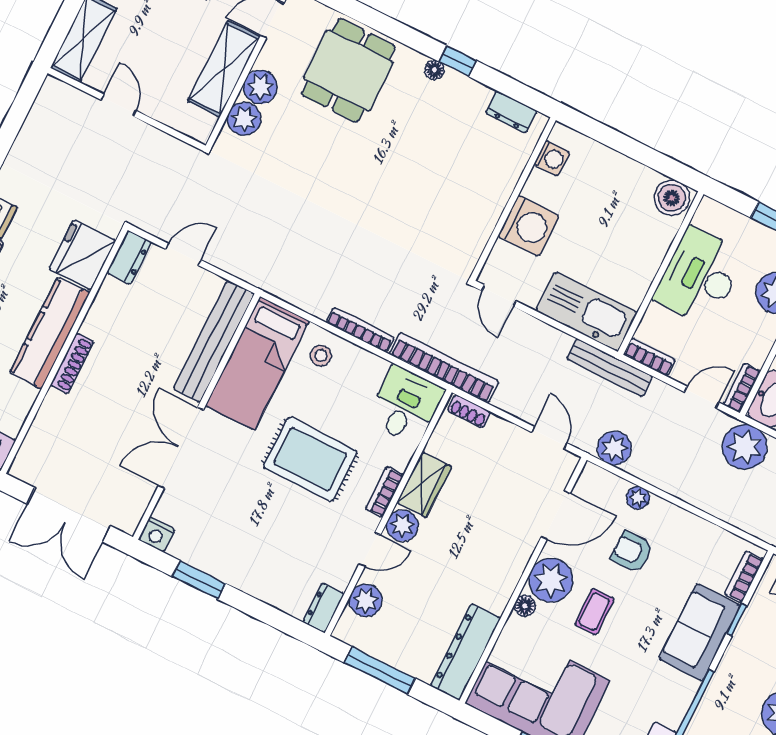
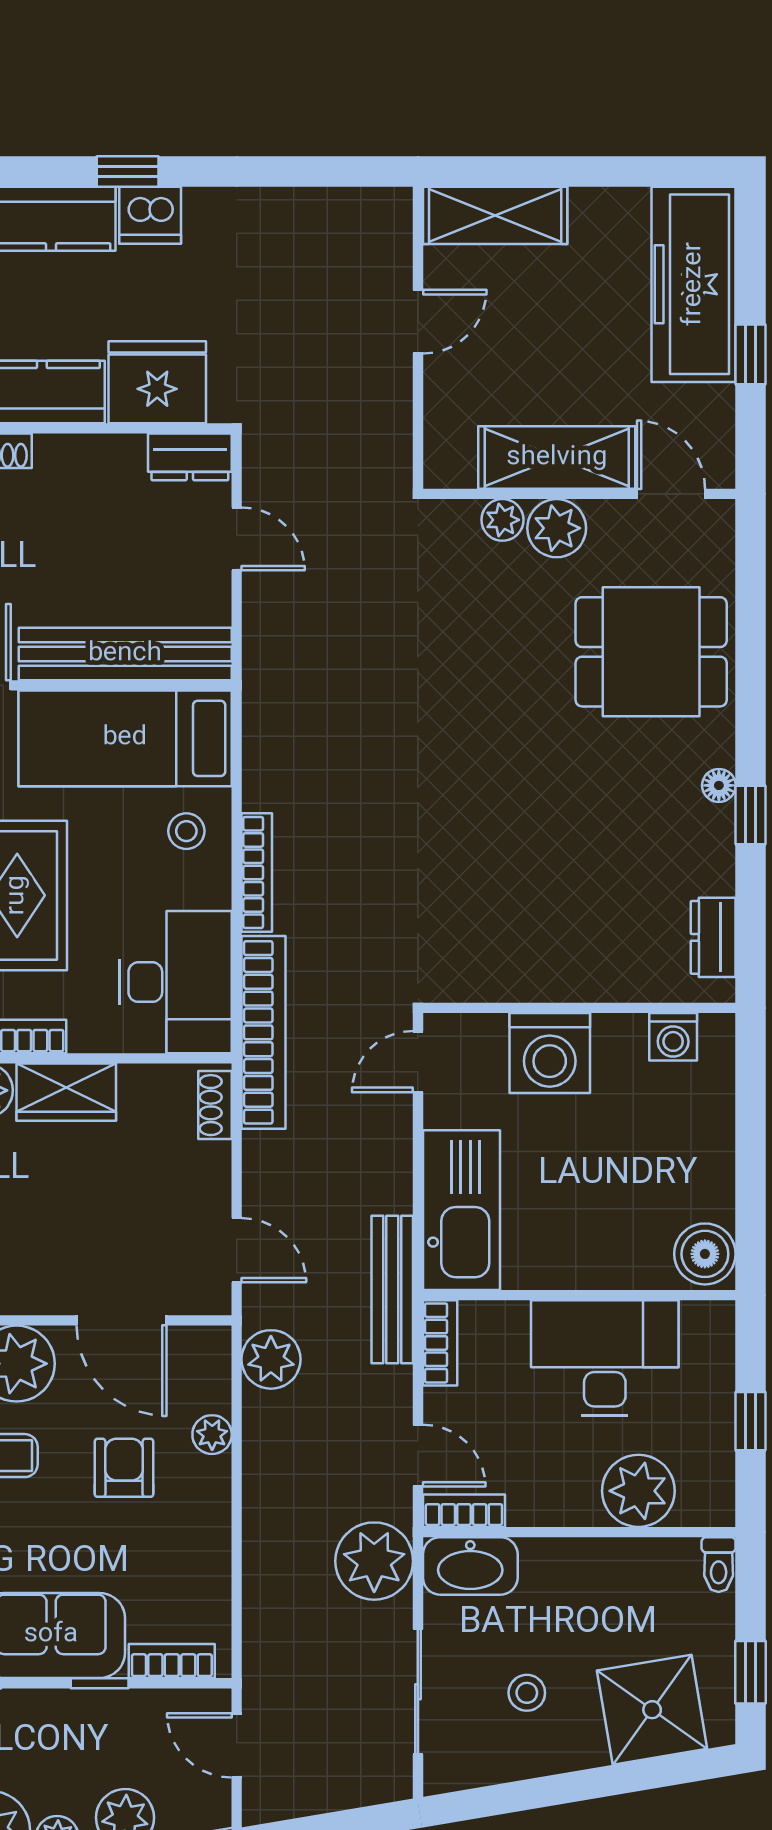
plant: (244, 119) -> (502, 520), width x0.73, depth x0.73
desk: (406, 405) -> (176, 982), width x1.37
door: (549, 438) -> (237, 1250), hinge flipped

